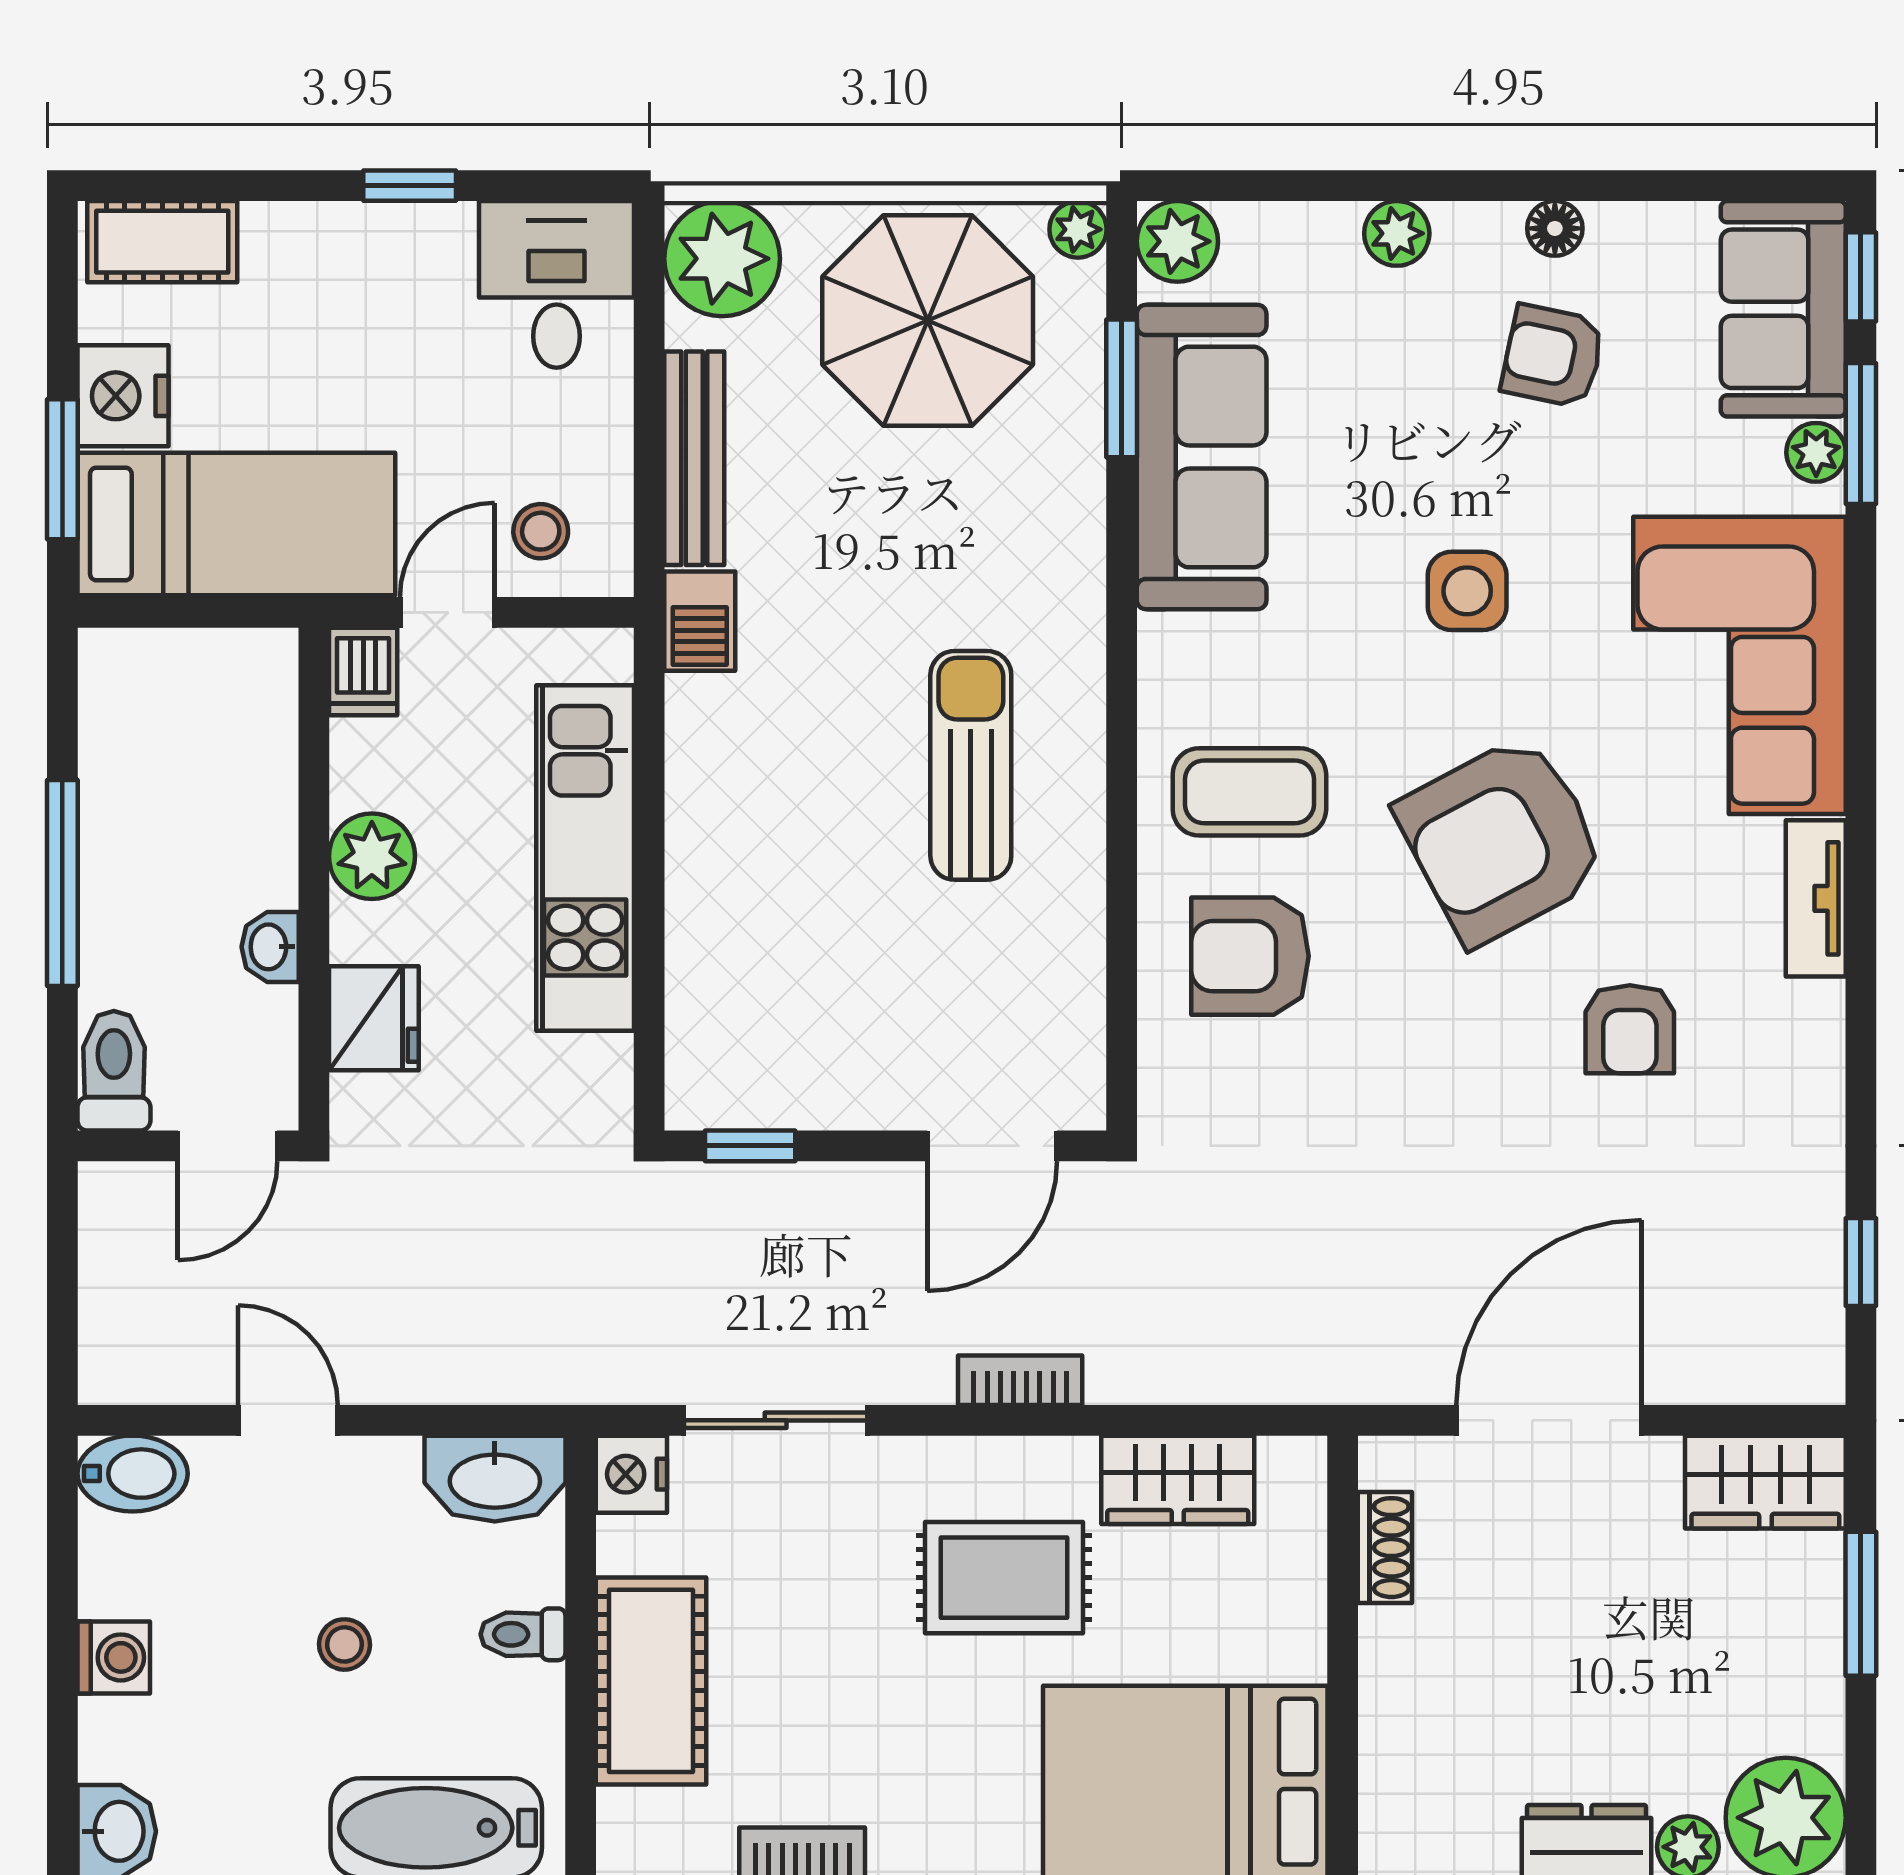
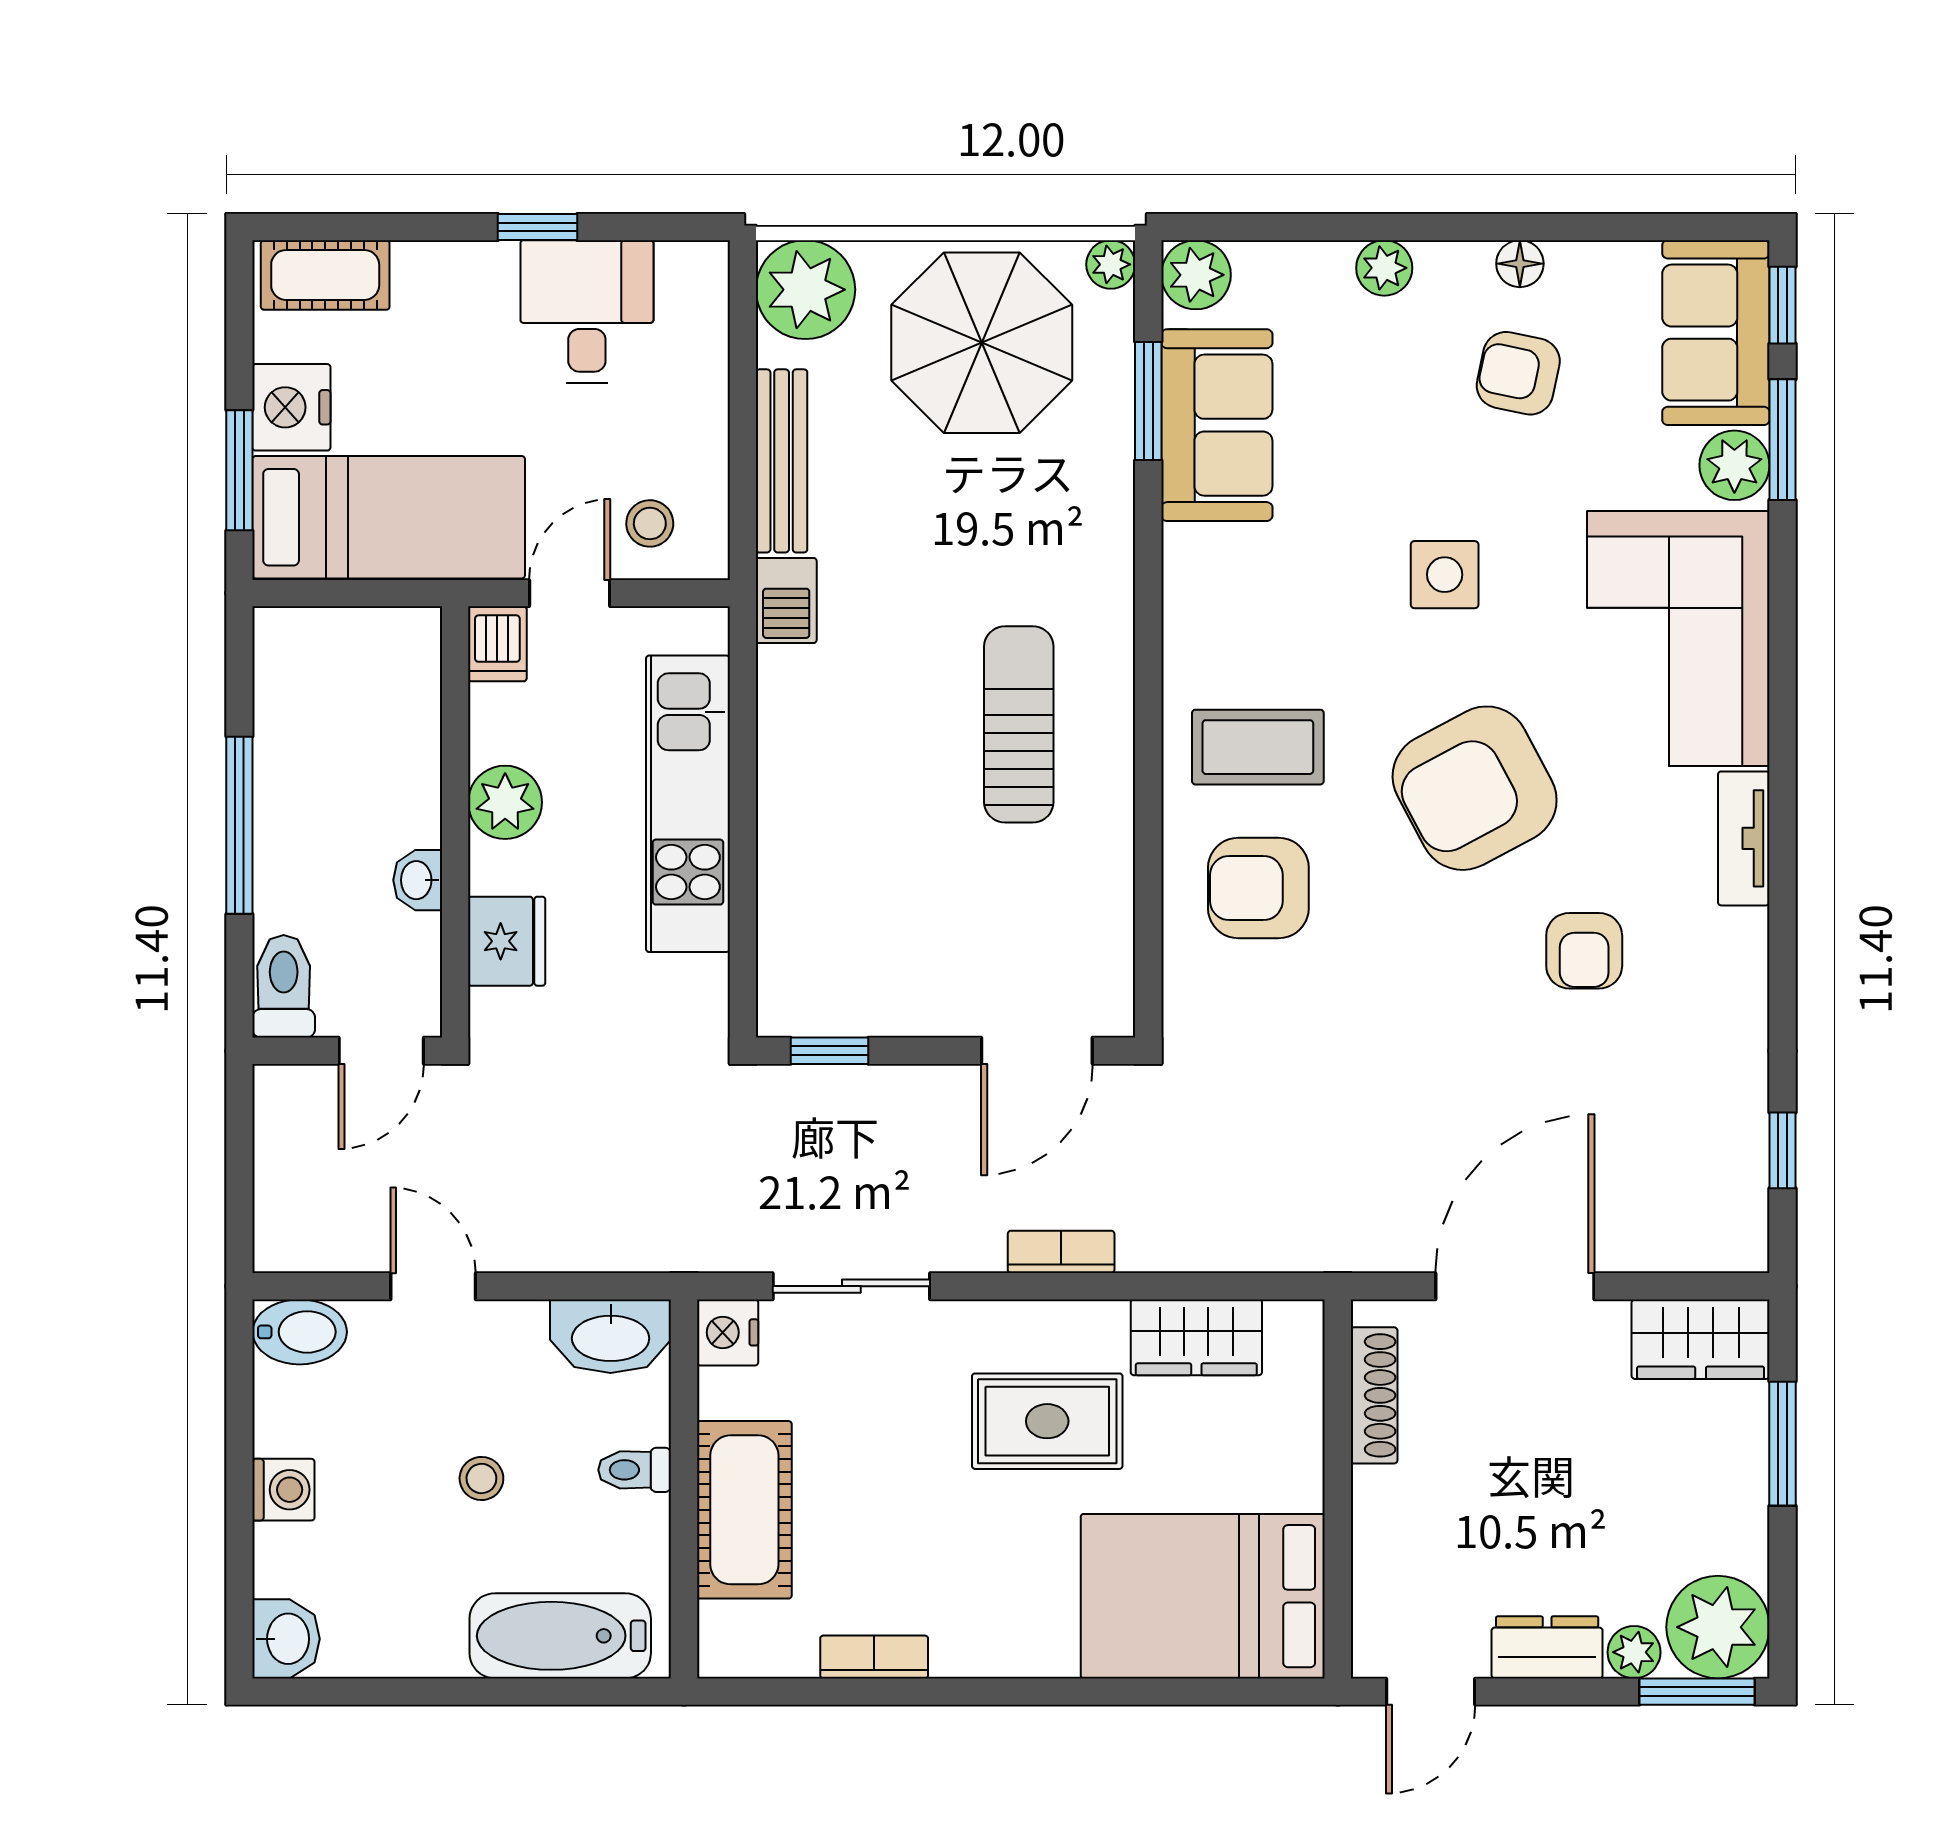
desk: (556, 284) -> (587, 312), moved
plant: (1816, 452) -> (1734, 465), width x1.38, depth x1.38
sofa: (1202, 457) -> (1217, 425), width x0.73
shoe rack: (1385, 1548) -> (1374, 1395), width x1.43

